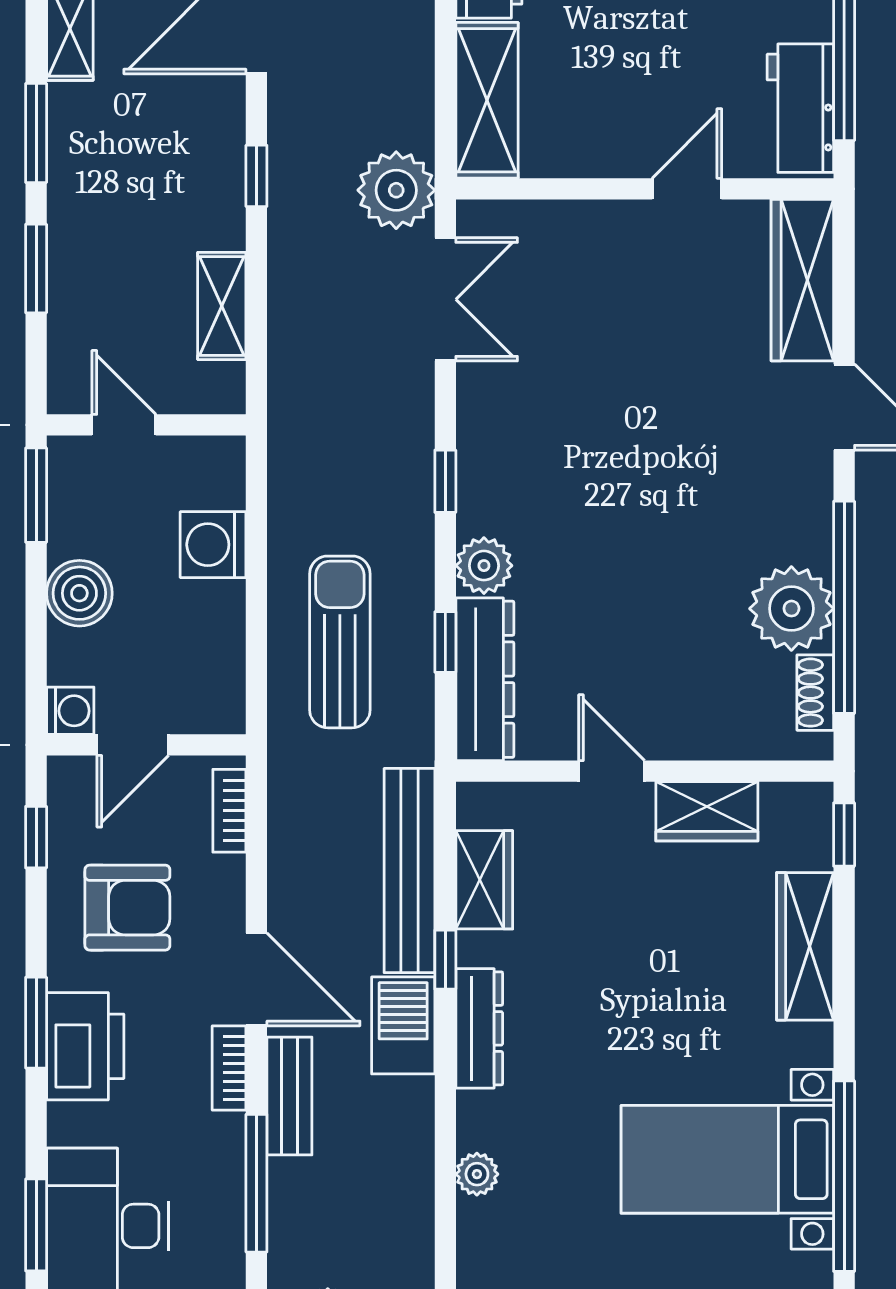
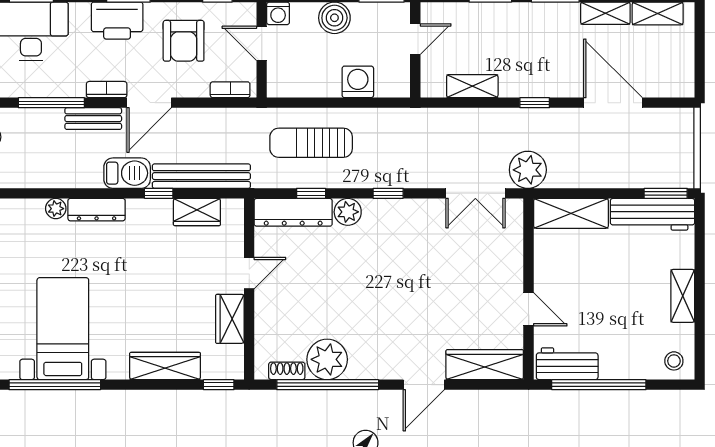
sun lounger: (340, 642) -> (311, 143), turned 180
dresser: (479, 1028) -> (97, 210), moved

